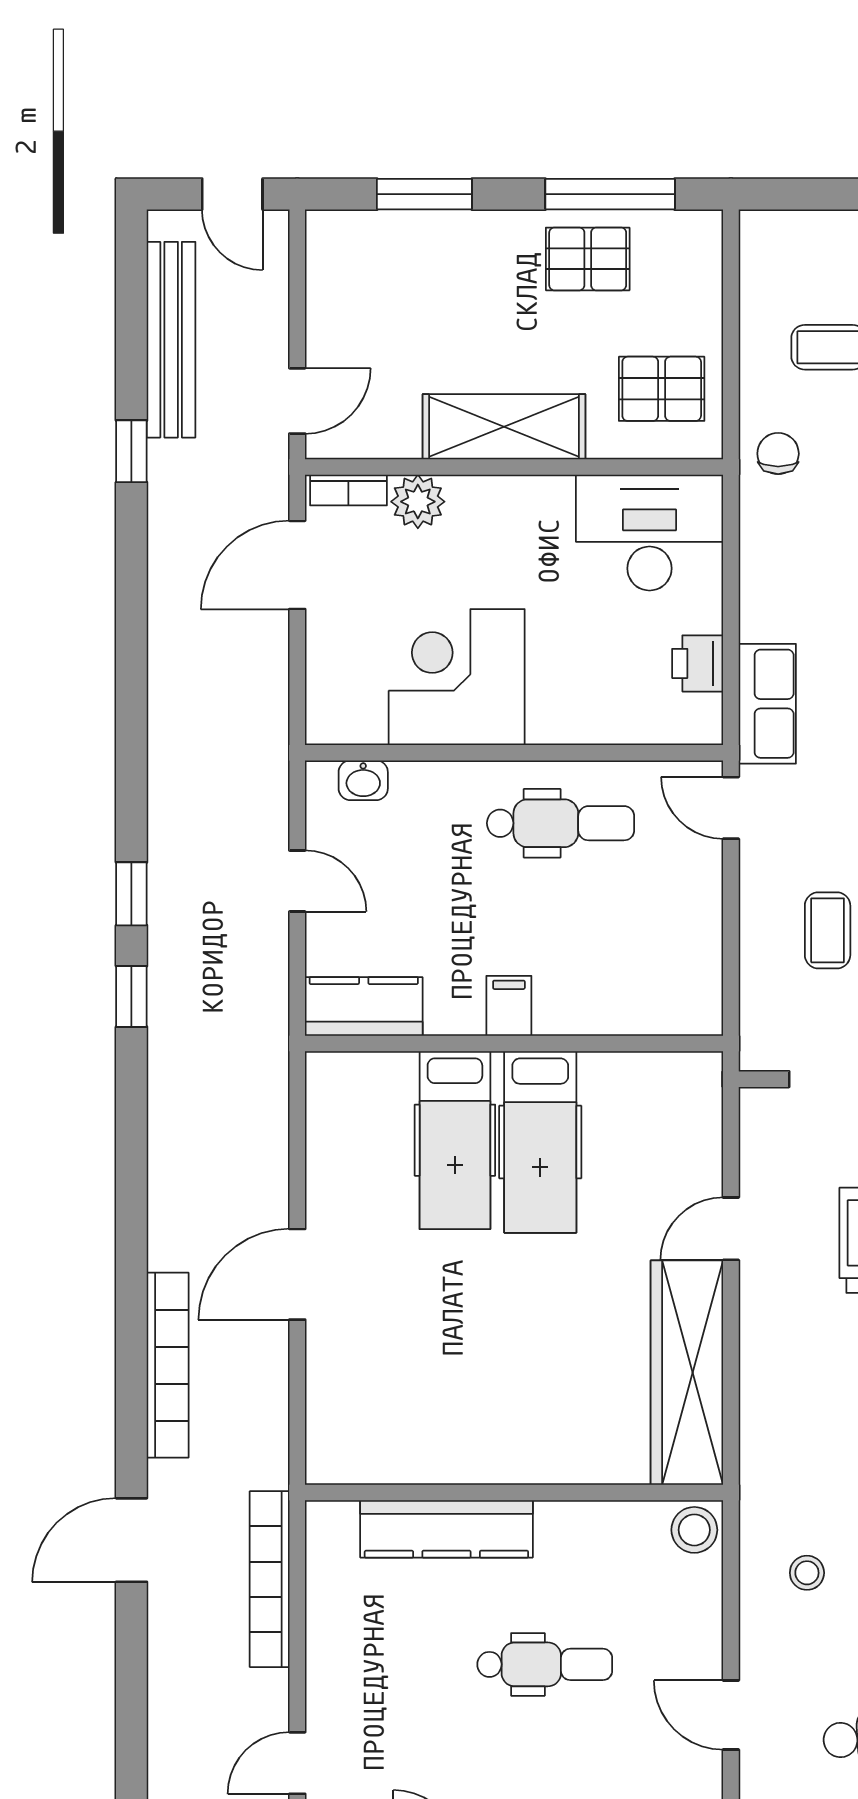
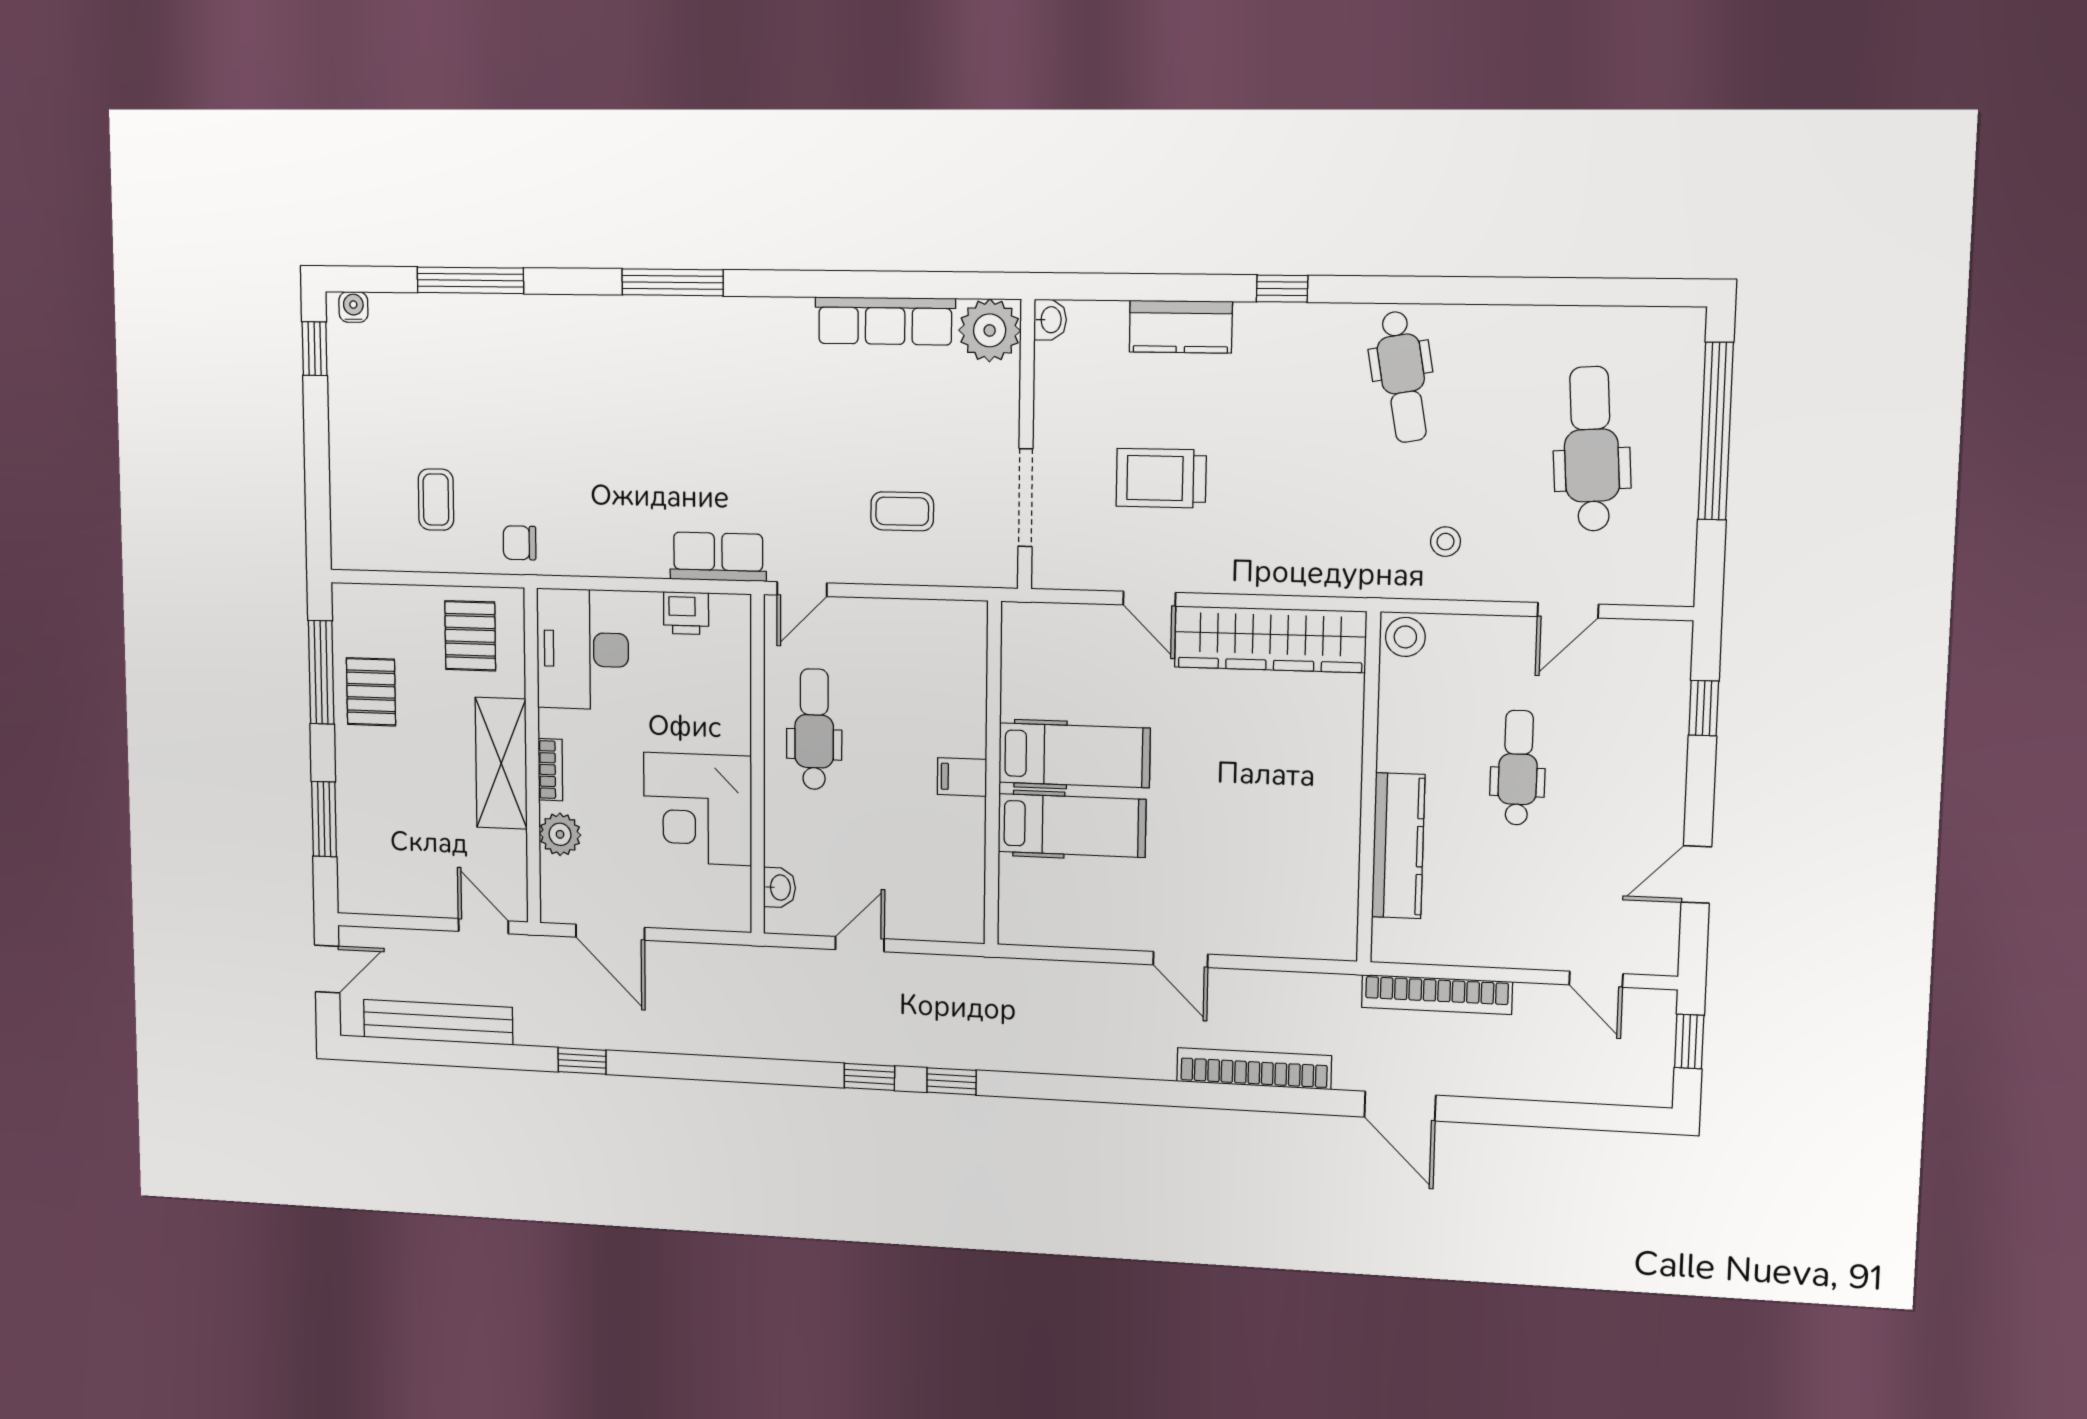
window: (131, 451) -> (582, 1061), moved
bookcase: (348, 490) -> (550, 770), moved
kitchen counter: (364, 1006) -> (961, 895), removed
door: (297, 1274) -> (1181, 959), width x0.73

